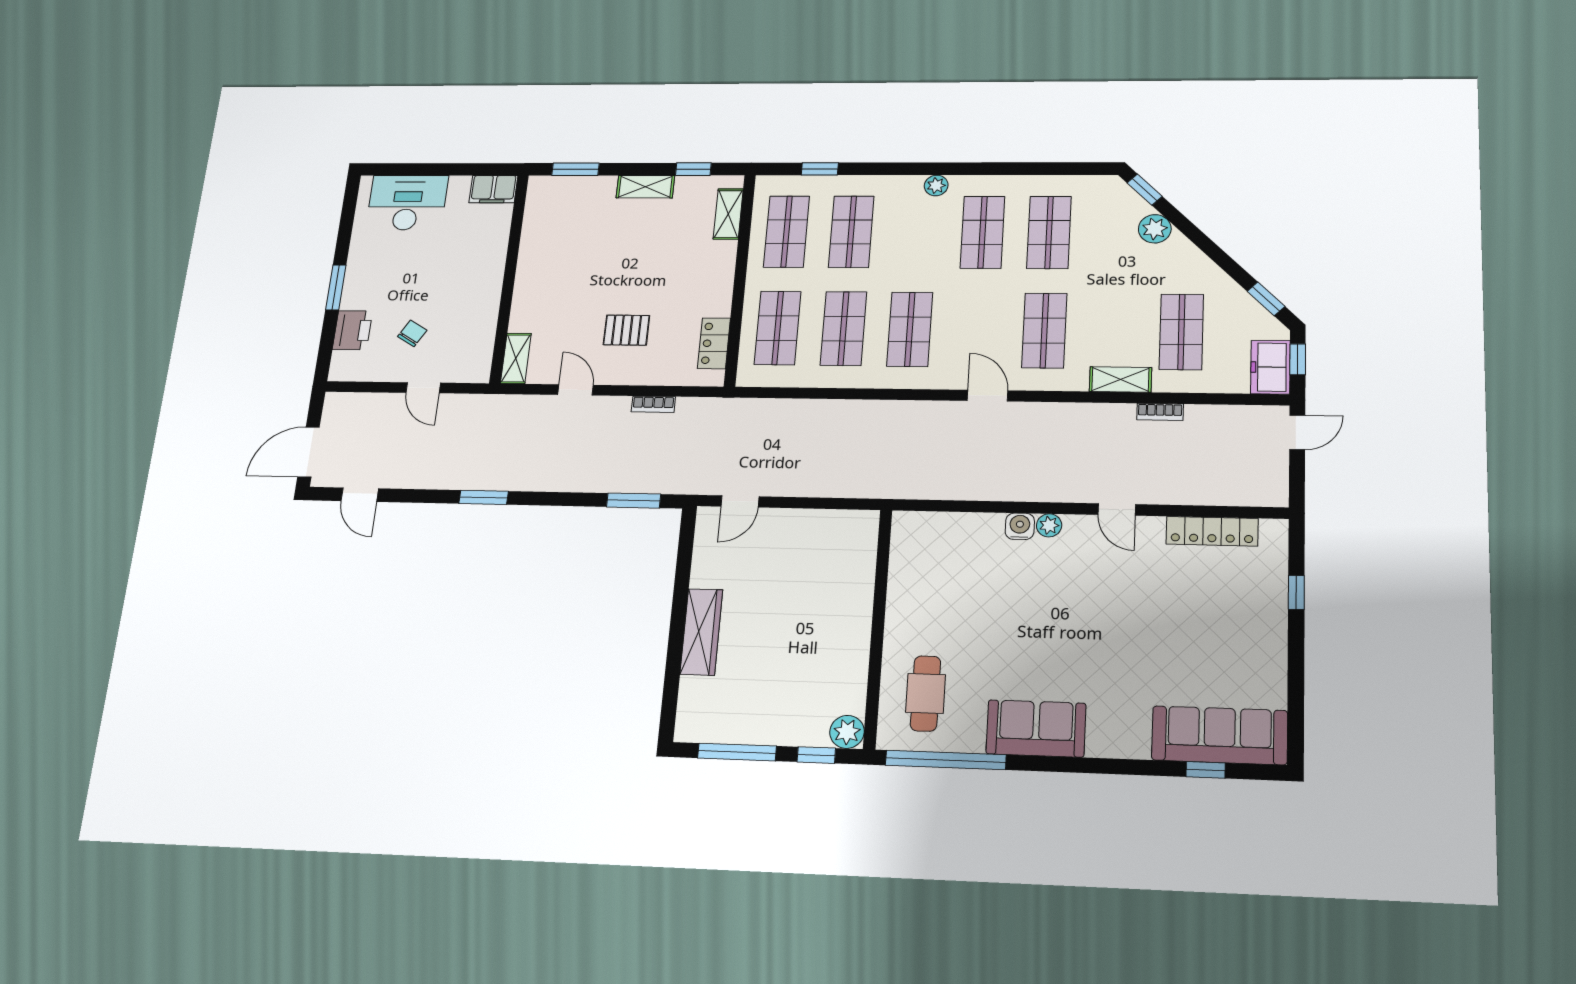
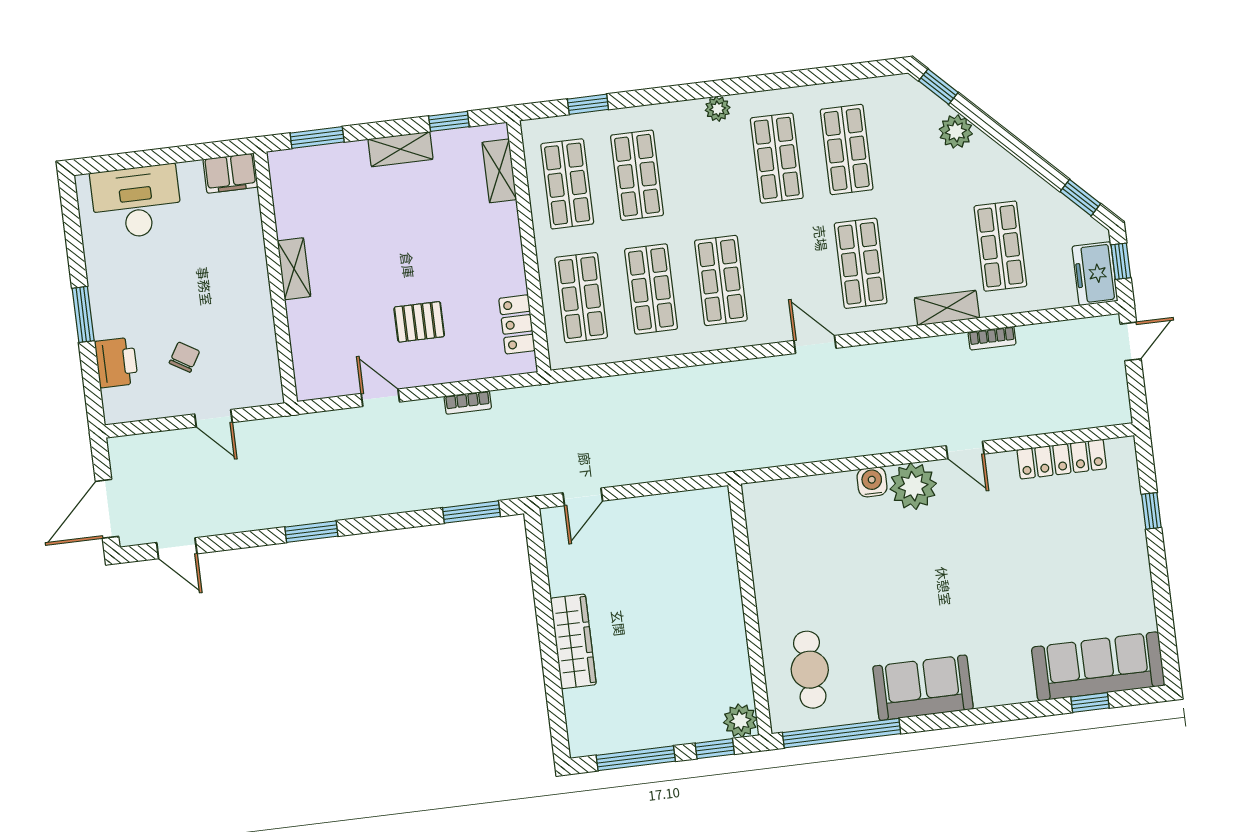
shelving: (516, 358) -> (294, 269), moved
plant: (1049, 525) -> (913, 486), width x1.87, depth x1.87

